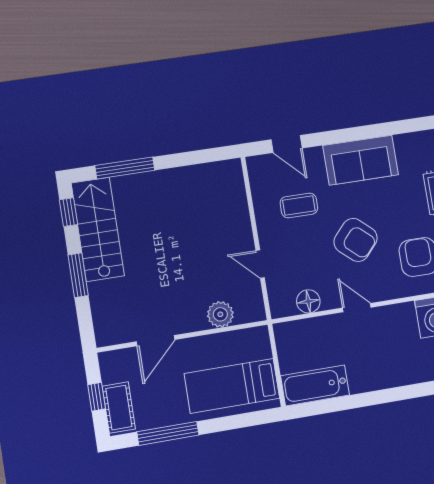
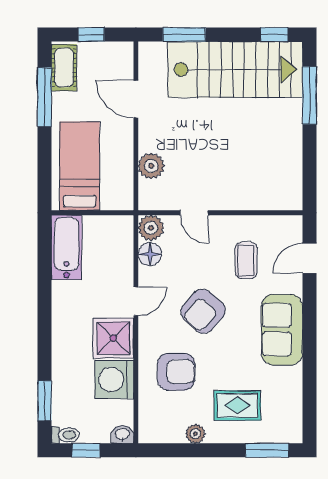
stairs: (98, 229) -> (235, 70), width x1.36, depth x1.51
door: (260, 264) -> (194, 213), swing flipped
window: (78, 275) -> (184, 35), moved
plant: (282, 304) -> (151, 228), added
shower: (397, 324) -> (113, 338), added
cot: (119, 408) -> (64, 68), moved, turned 90

